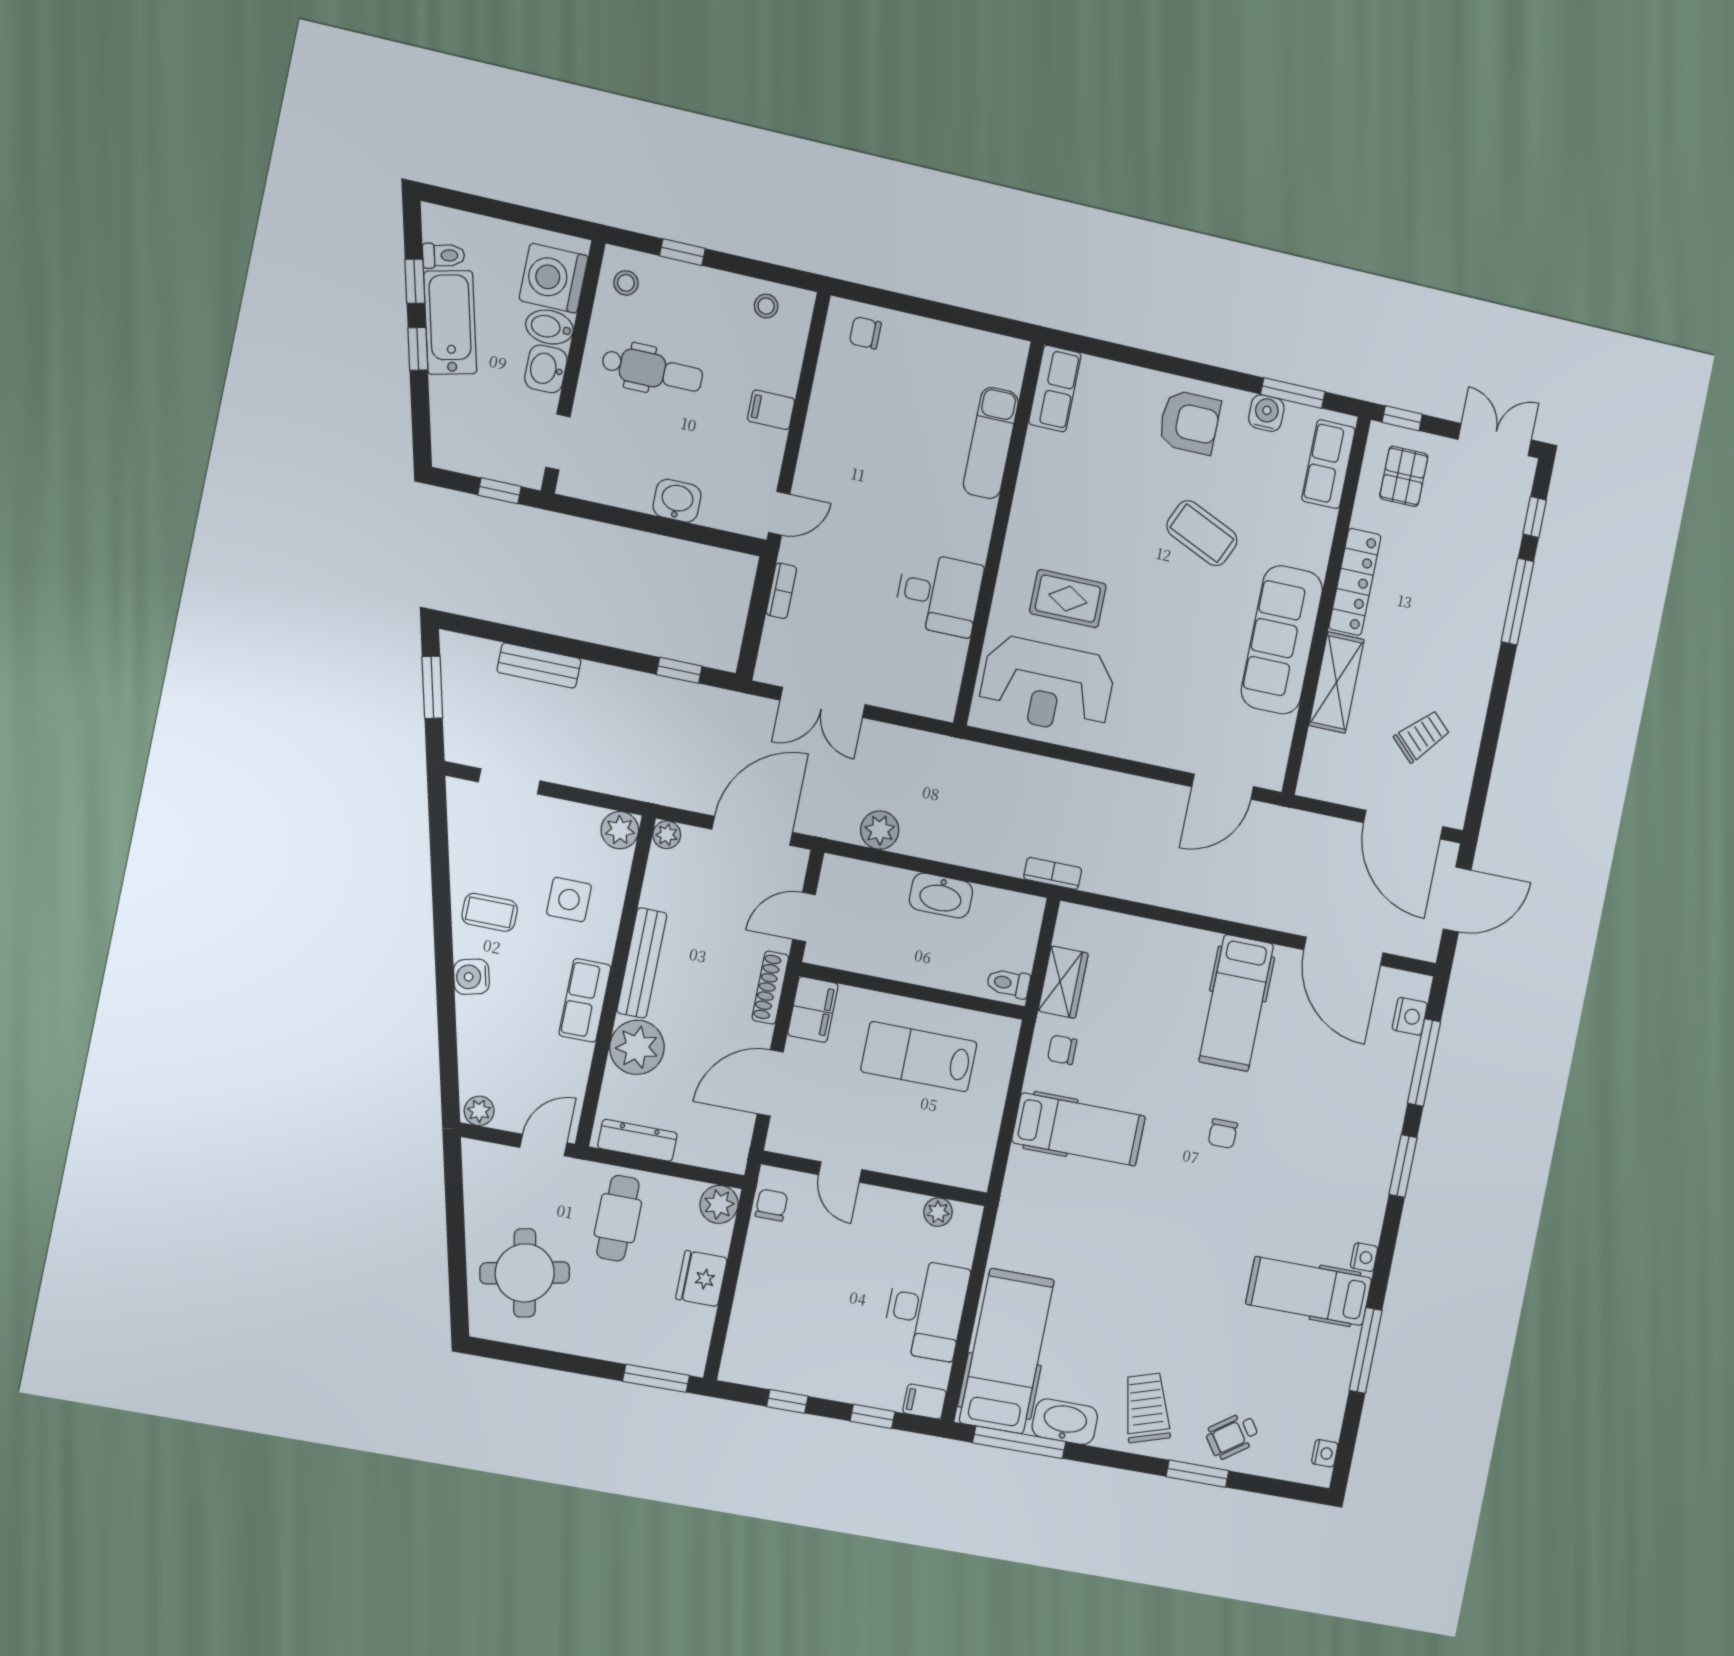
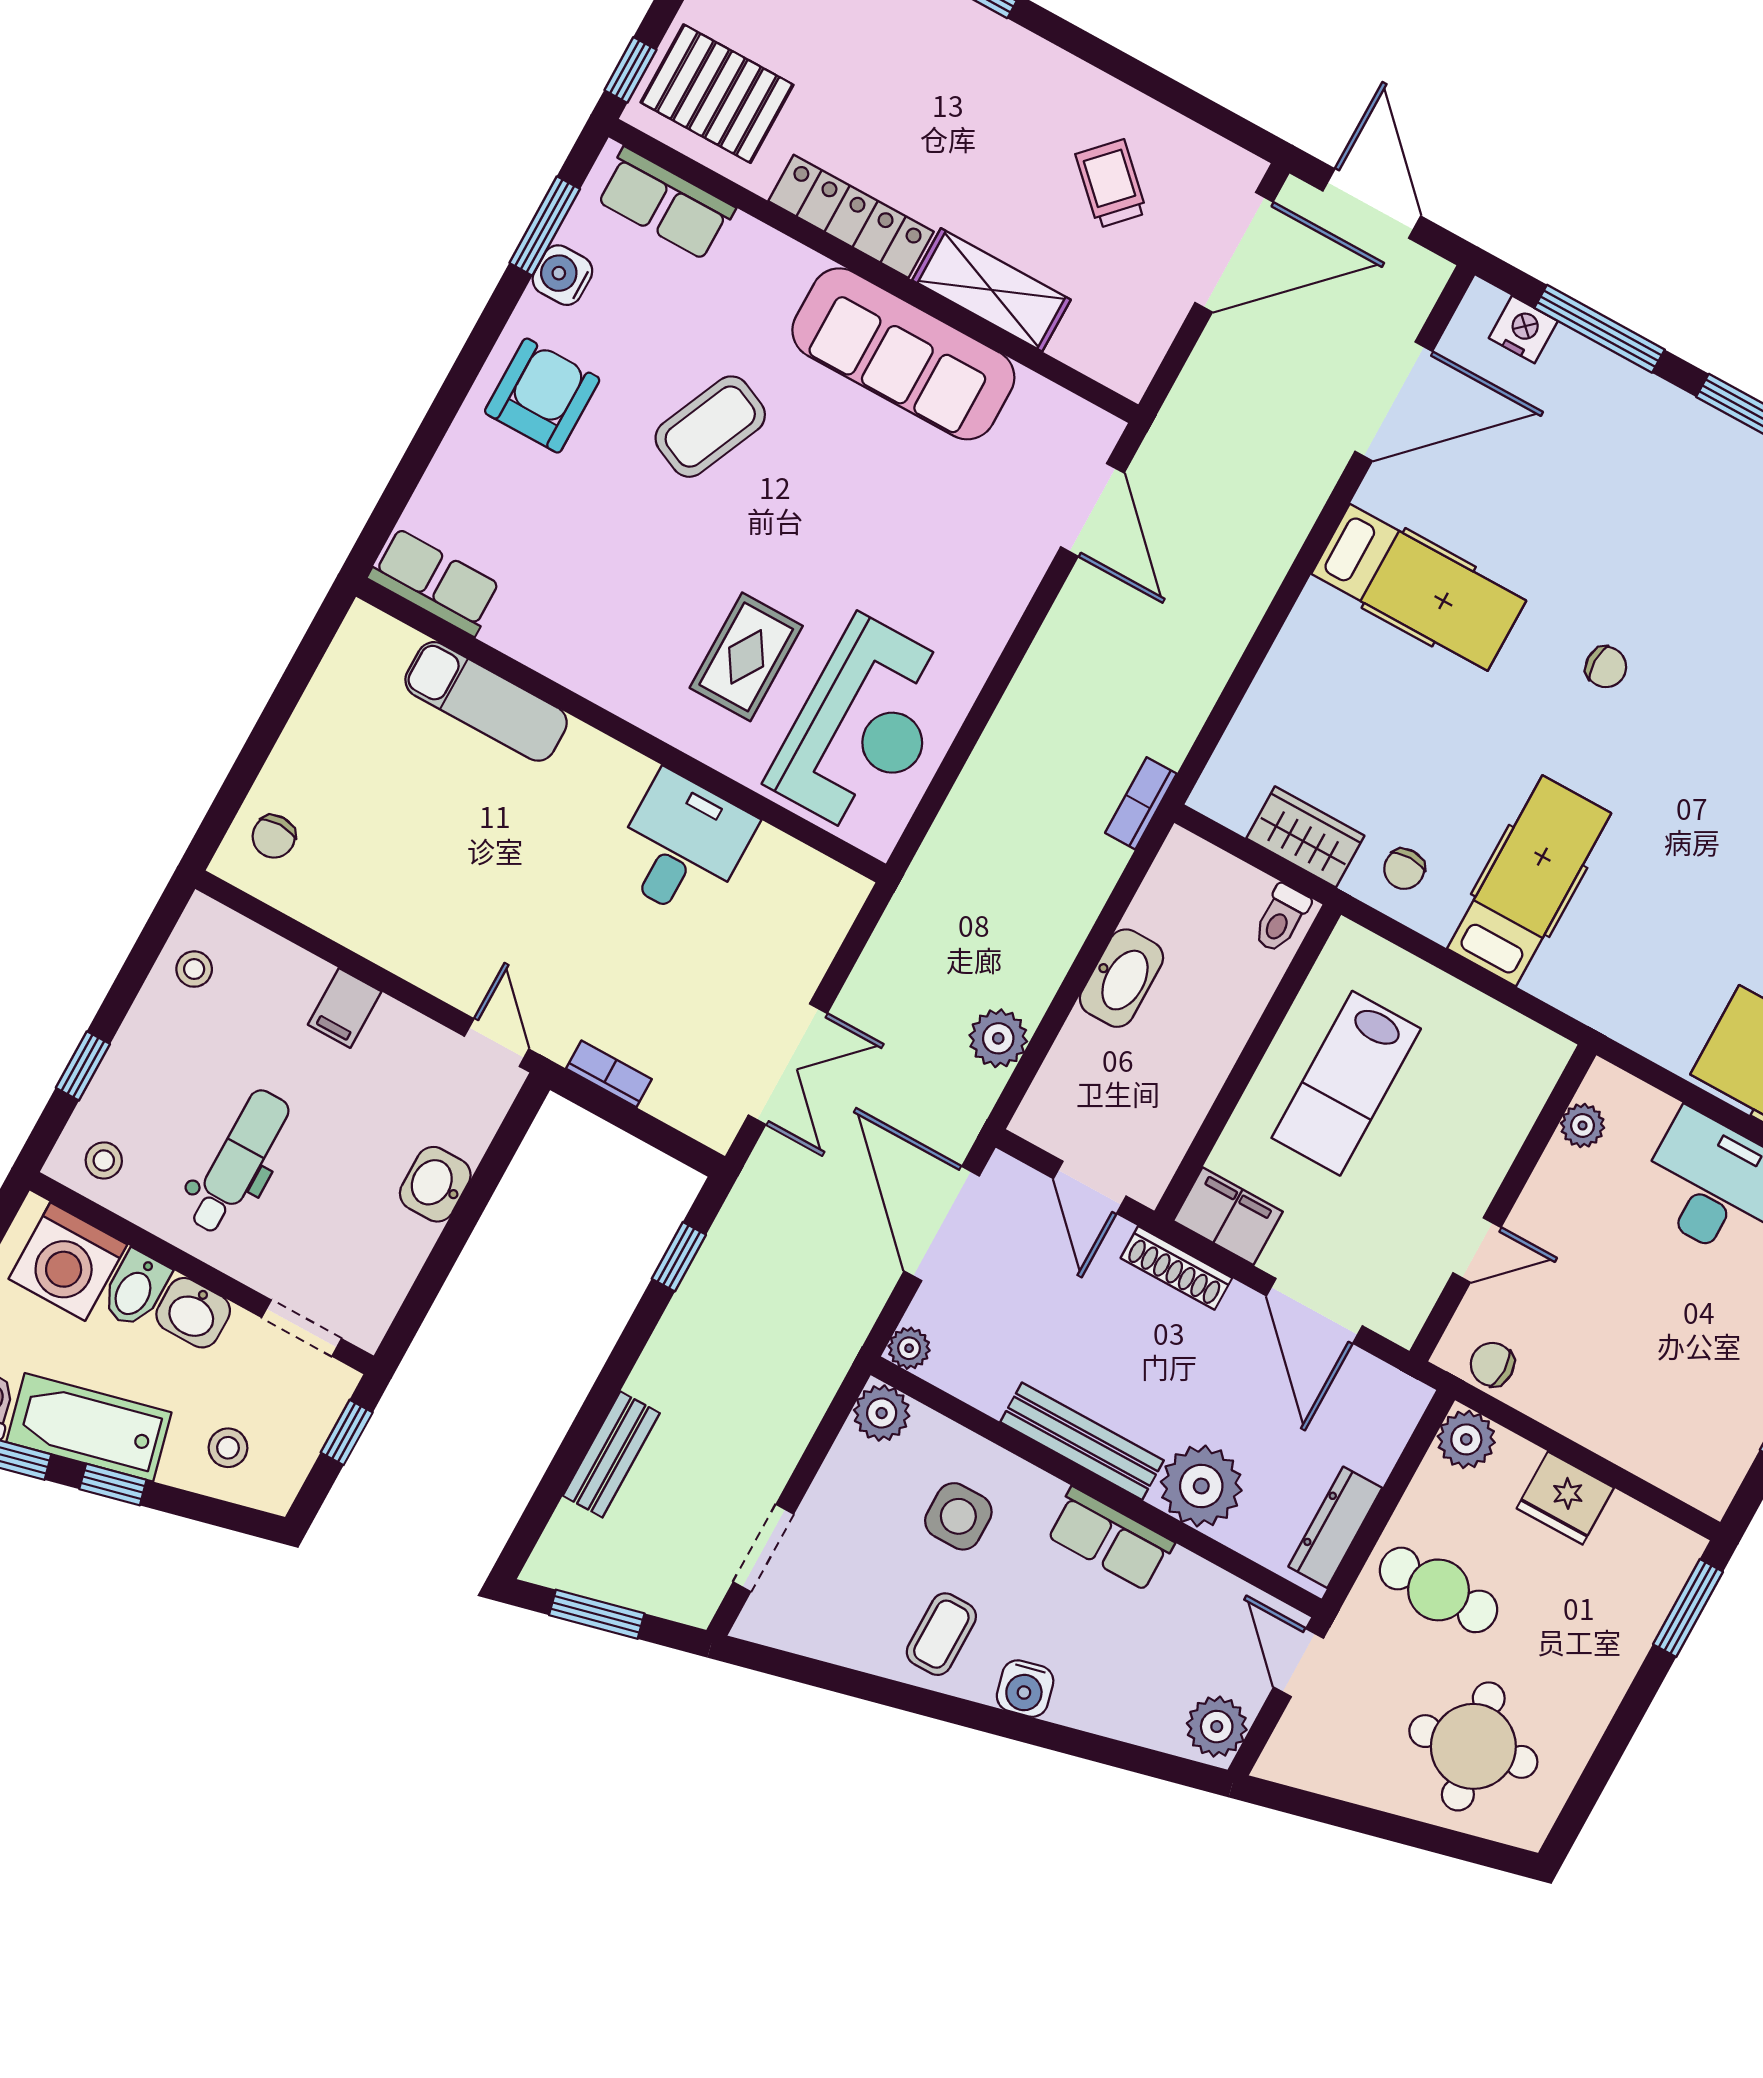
stool: (465, 417) -> (228, 1448), added
pallet: (1404, 476) -> (717, 94), width x1.50, depth x1.42
plant: (479, 1111) -> (1217, 1727), width x1.38, depth x1.38

